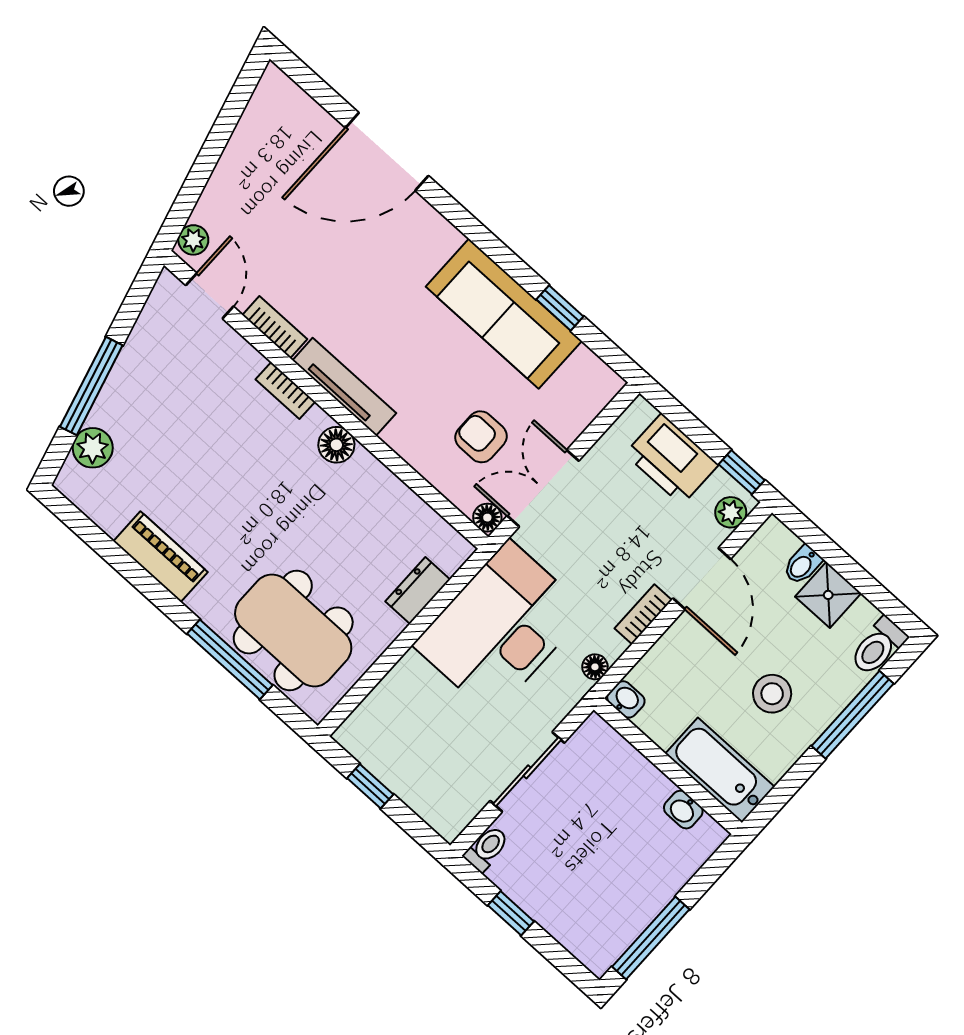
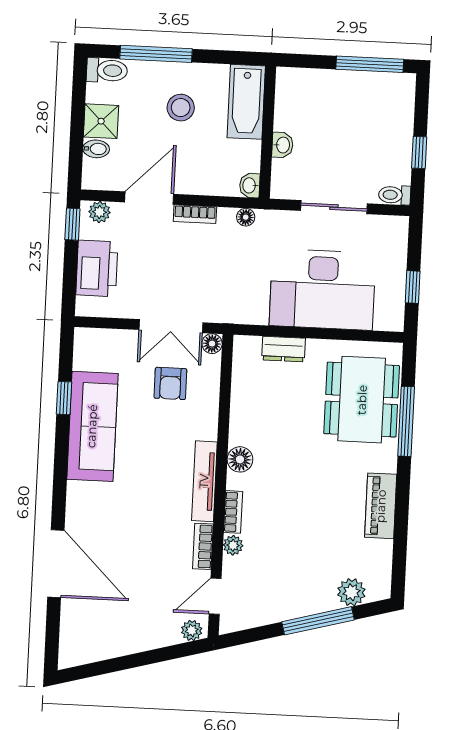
plant: (249, 361) -> (233, 545), added
desk: (500, 628) -> (323, 289), moved
washbasin: (683, 810) -> (282, 145), moved

